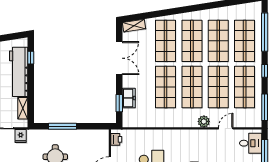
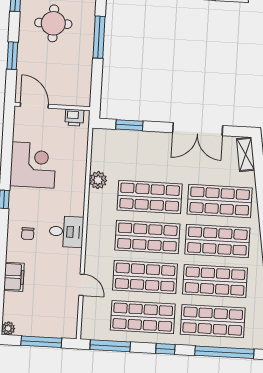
freezer: (129, 98) -> (136, 140), removed
plant: (204, 121) -> (98, 180), moved
desk: (251, 143) -> (66, 232), moved, turned -90

